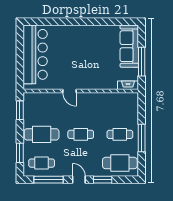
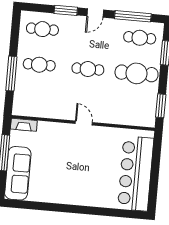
door: (70, 91) -> (84, 123), moved
window: (142, 138) -> (11, 74), moved
cafe table: (120, 163) -> (42, 29), width x0.73, depth x0.74
door: (79, 180) -> (95, 13), hinge flipped

